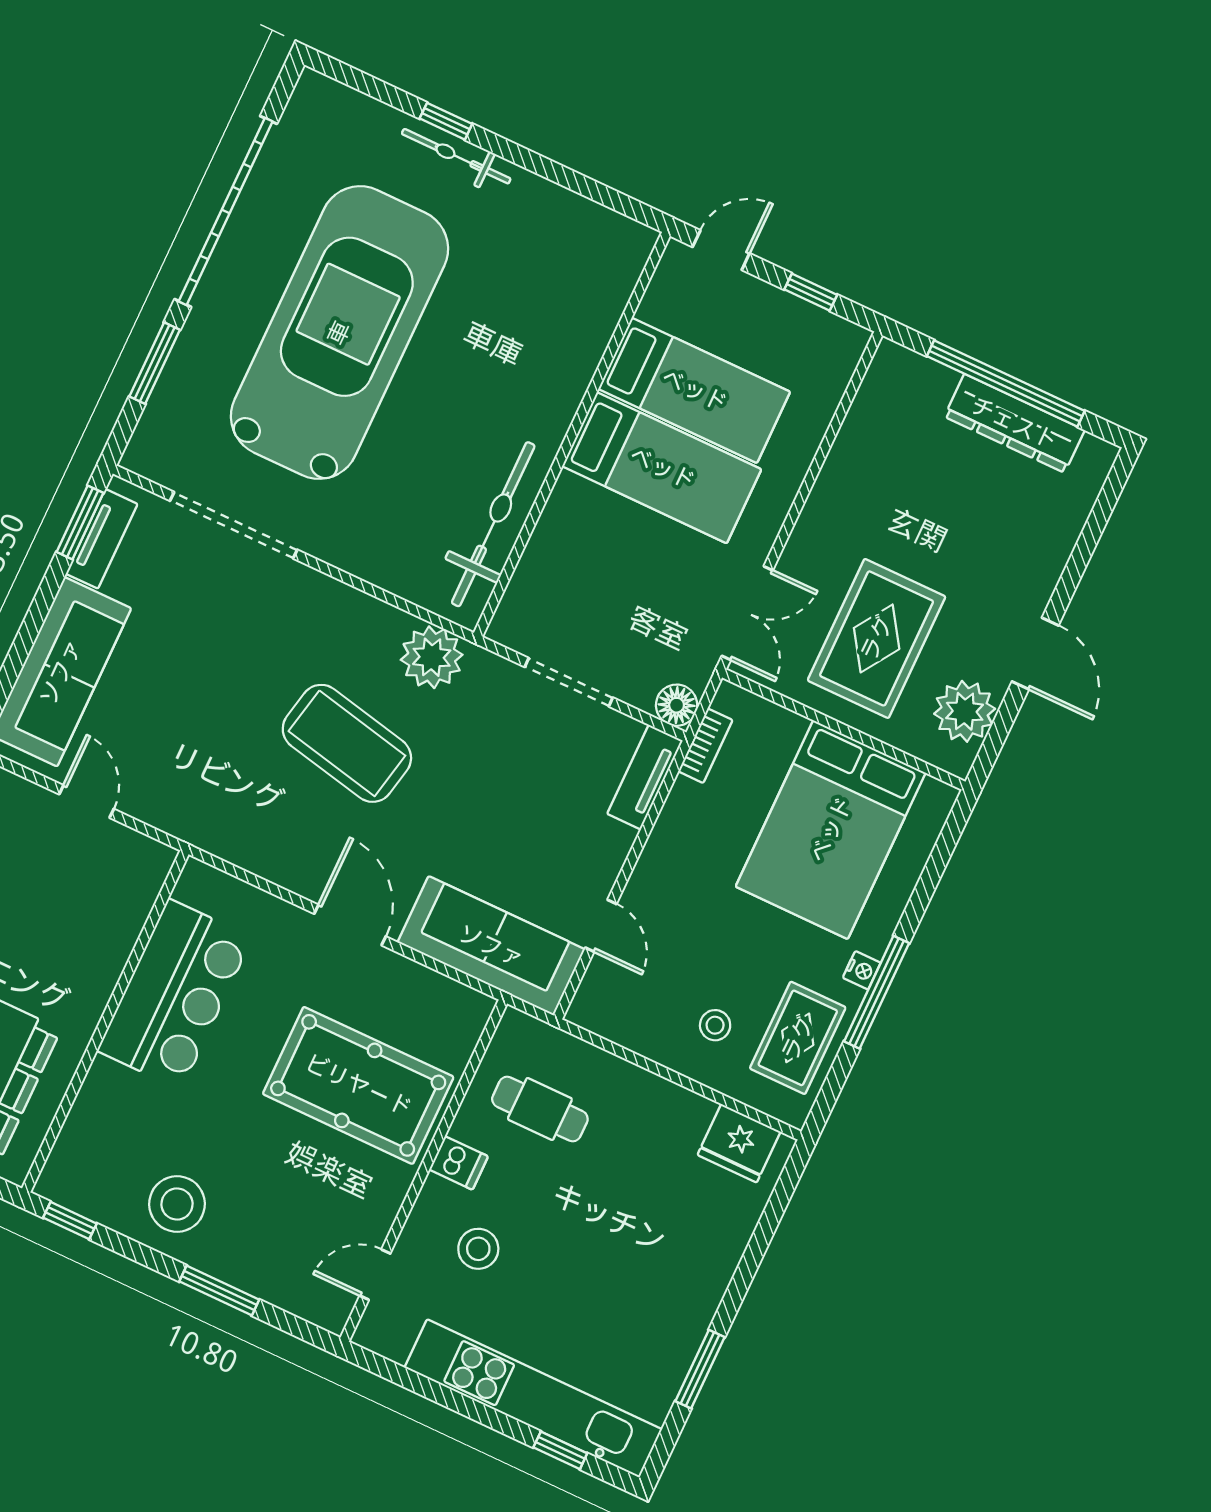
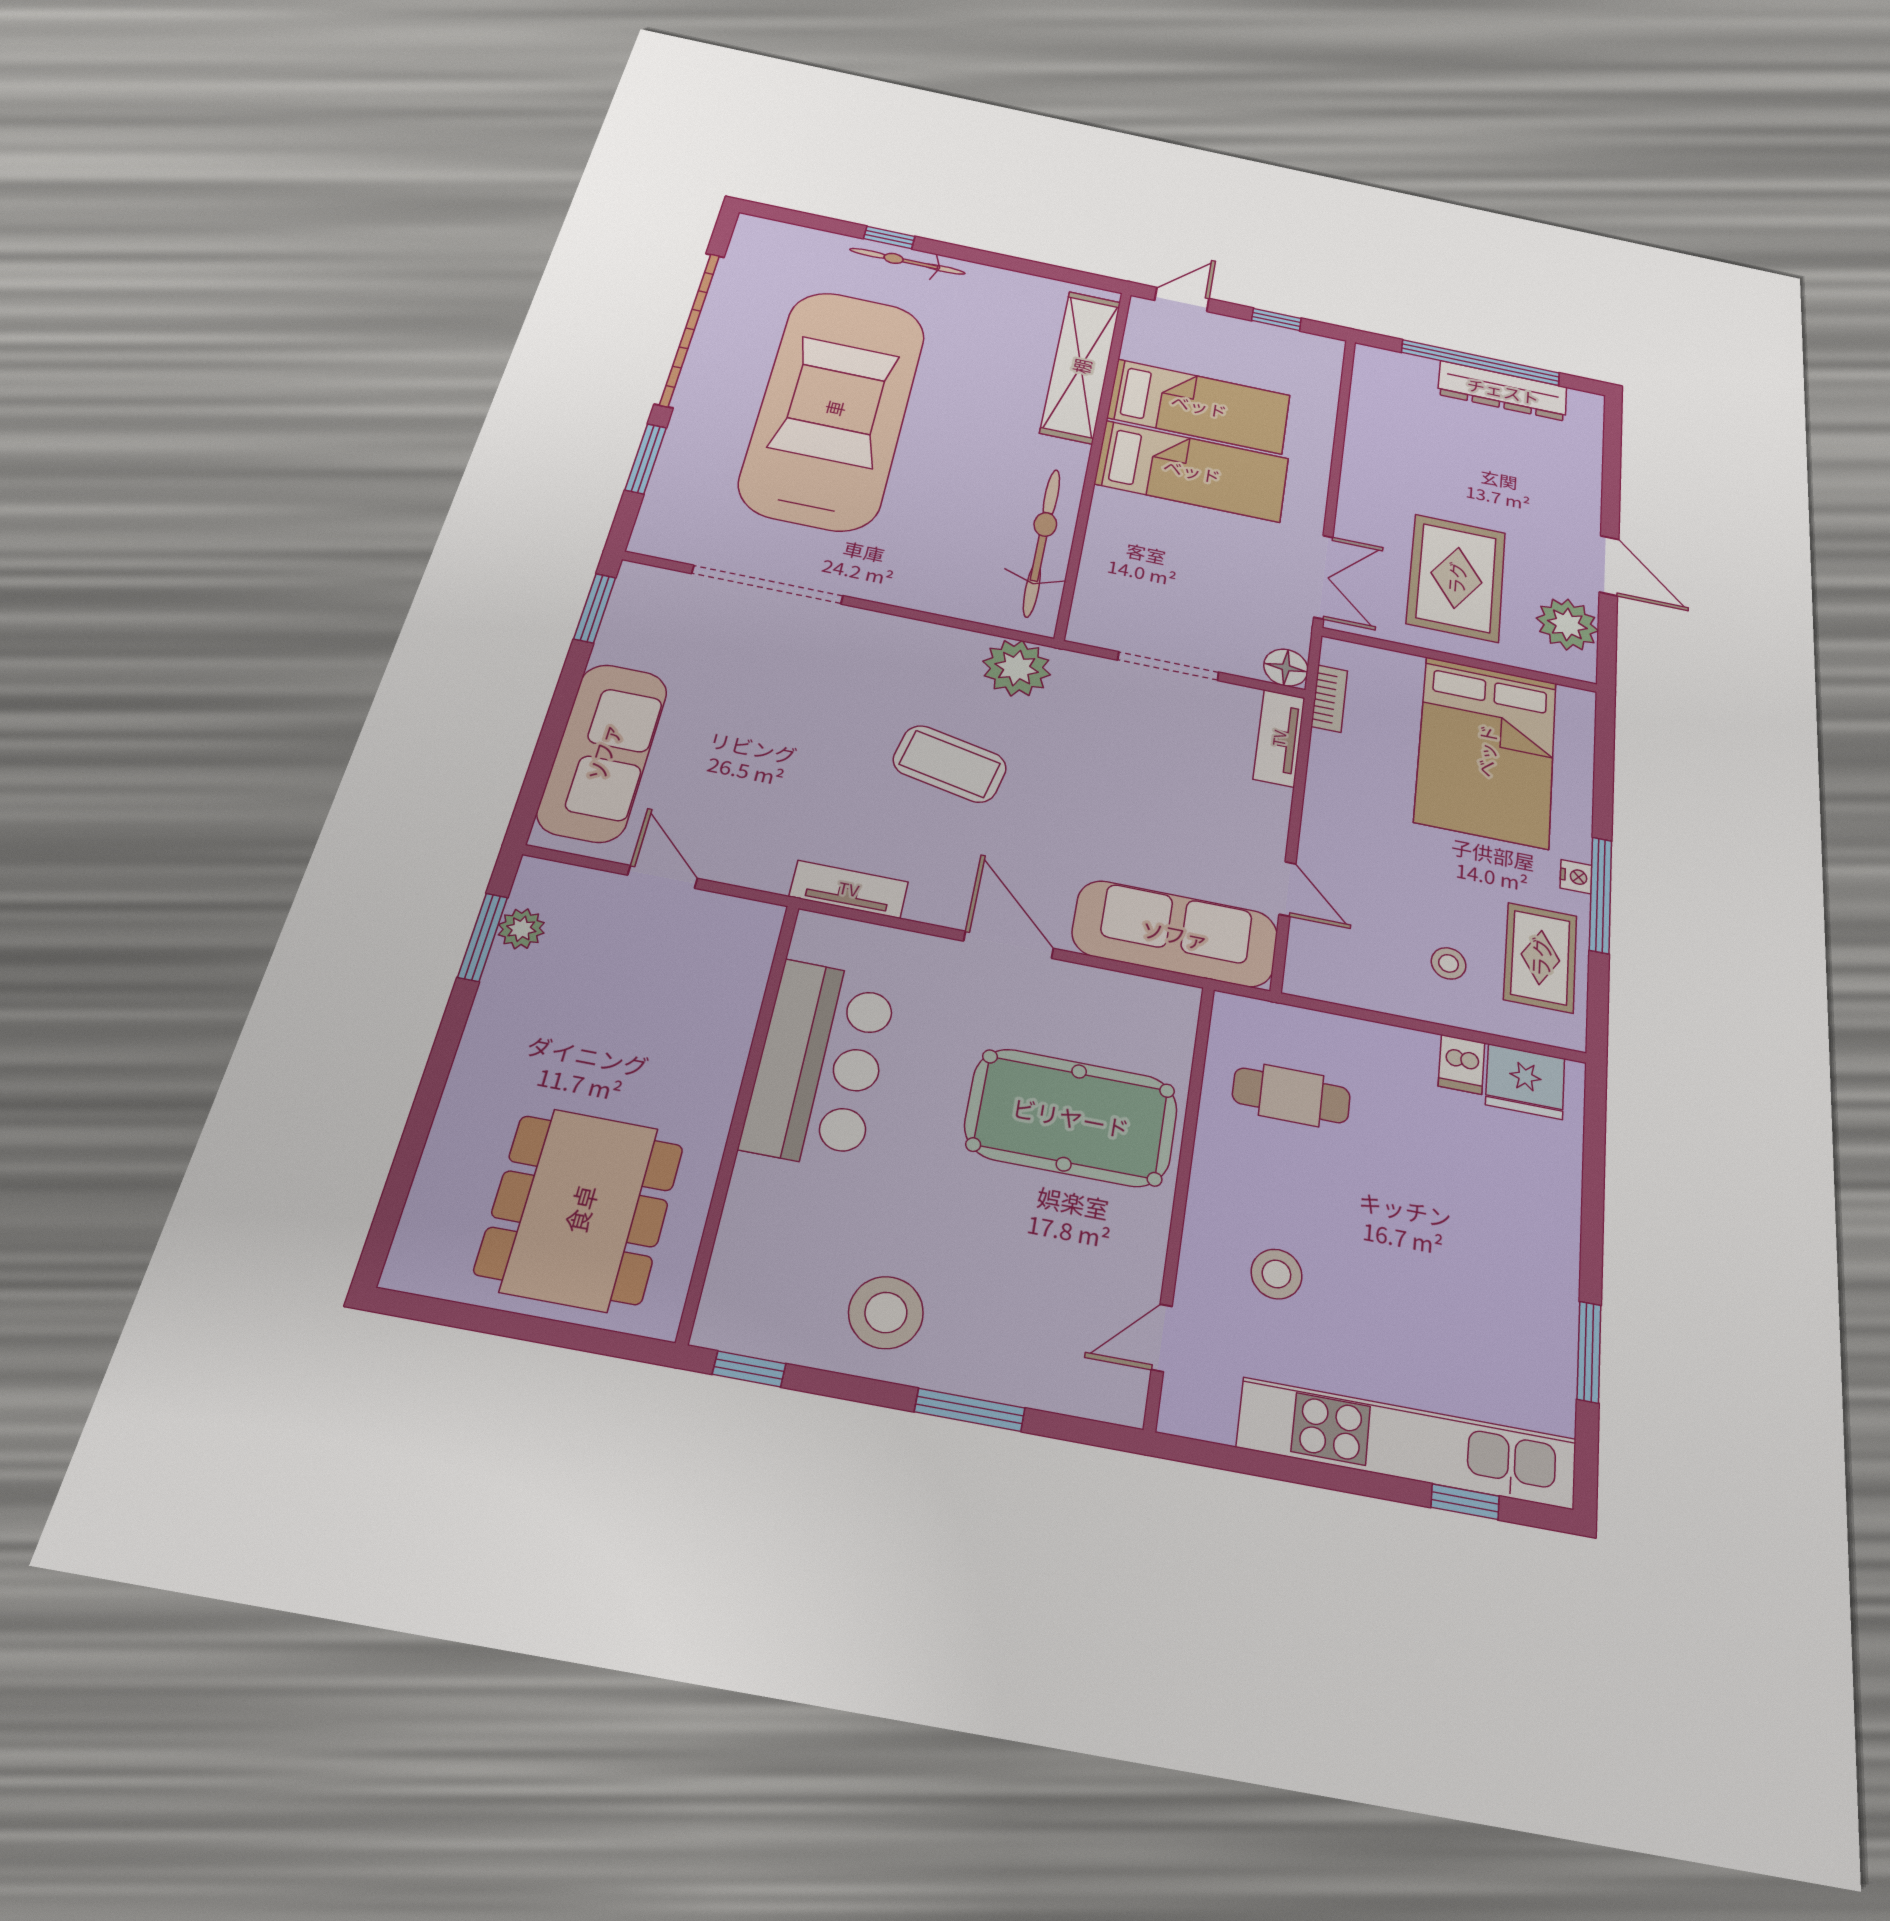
shelving: (592, 320) -> (1081, 366), added
tv unit: (102, 539) -> (849, 889), moved, turned -90
coffee table: (347, 743) -> (950, 764), width x0.73, depth x0.76
dishwasher: (459, 1163) -> (1462, 1064), moved, turned 90

